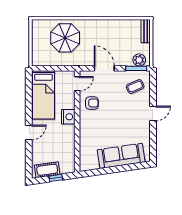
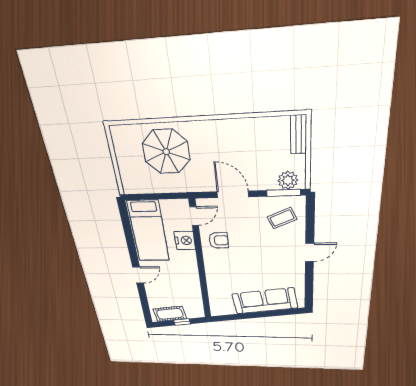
nightstand: (68, 117) -> (185, 240), moved

